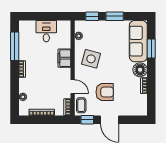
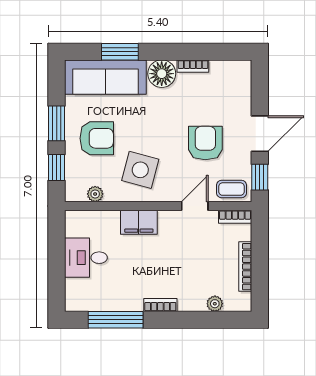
armchair: (107, 37) -> (97, 138), added

